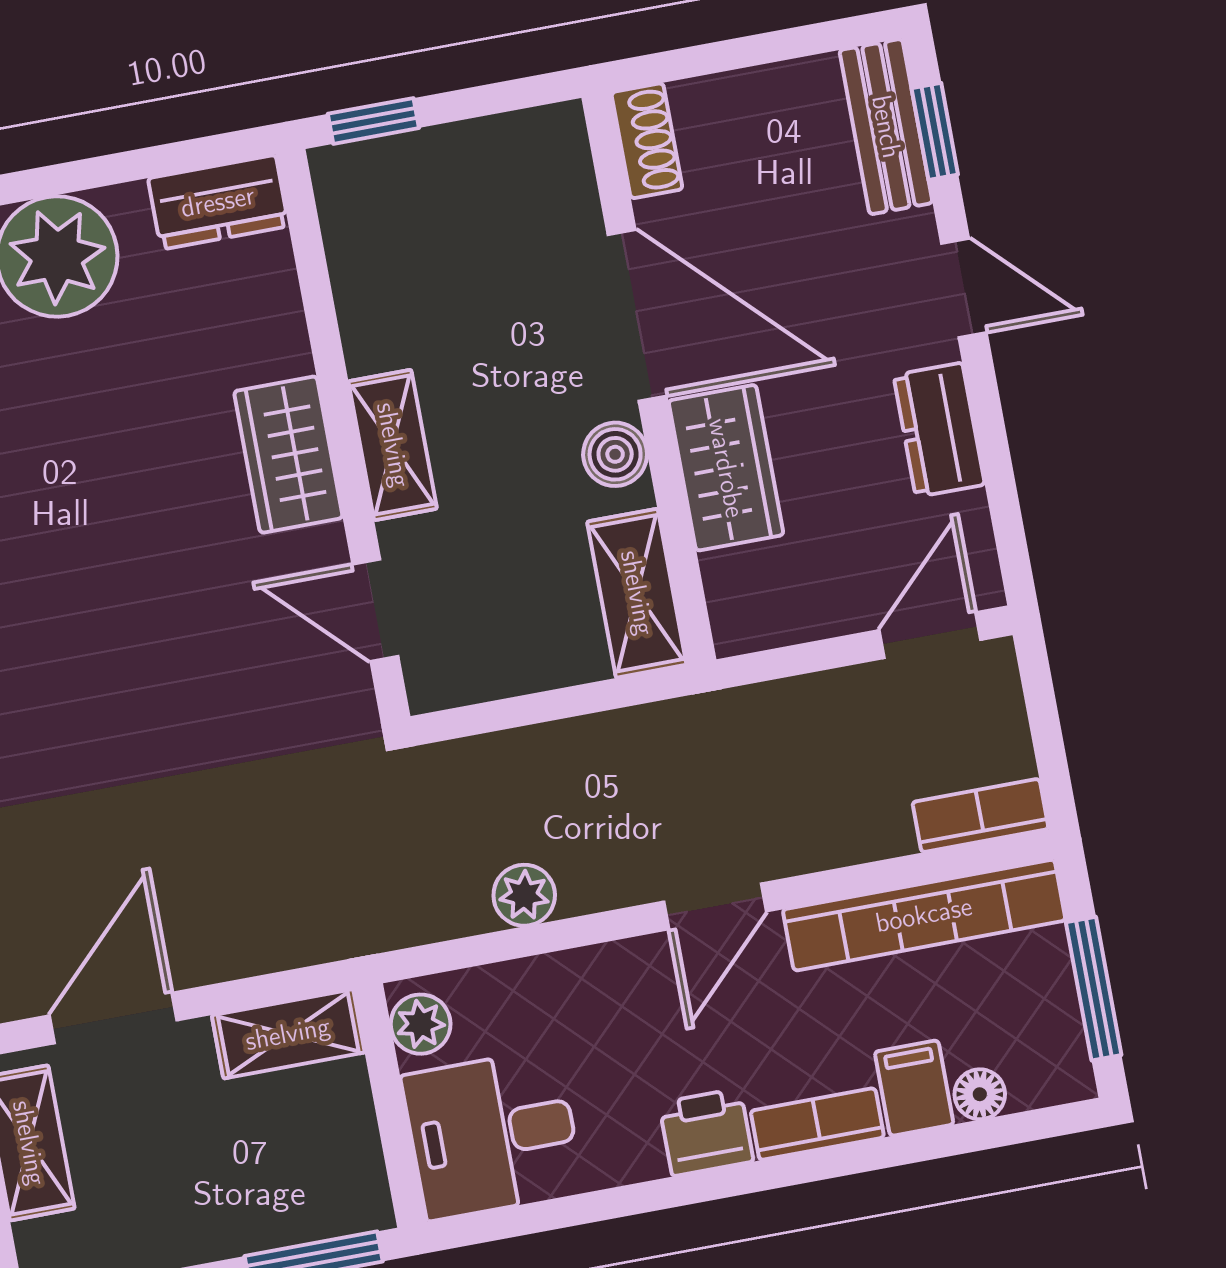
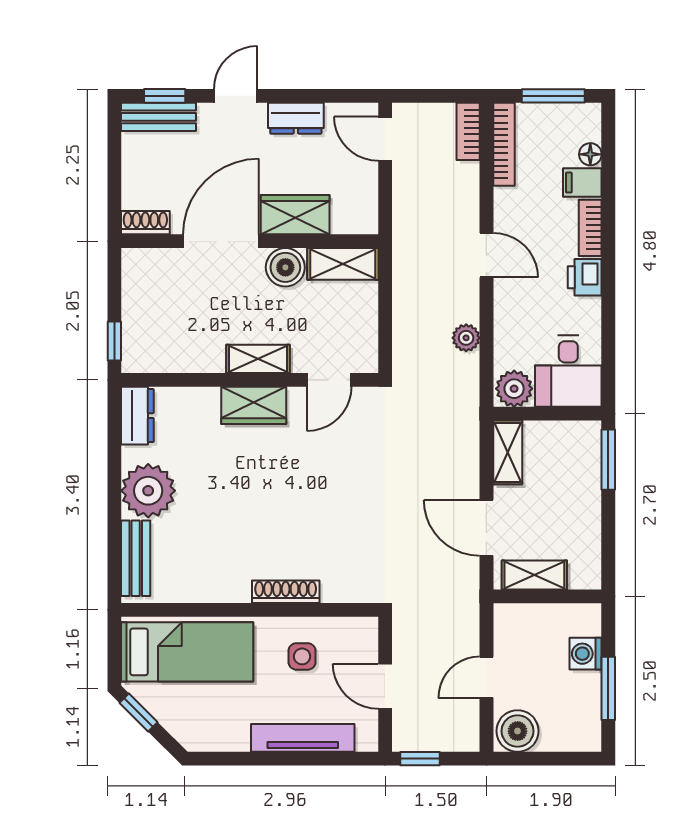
boiler: (615, 454) -> (285, 267), width x1.36, depth x1.36
bookcase: (924, 915) -> (504, 144), width x0.68, depth x0.76
plant: (421, 1024) -> (514, 389), width x1.38, depth x1.38

